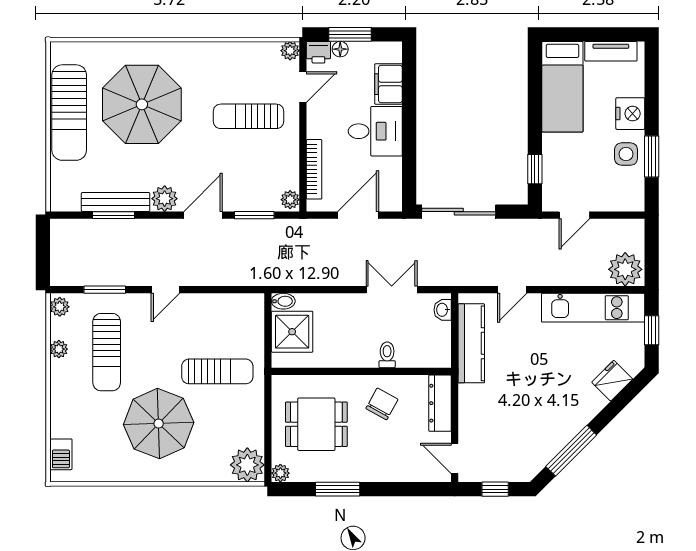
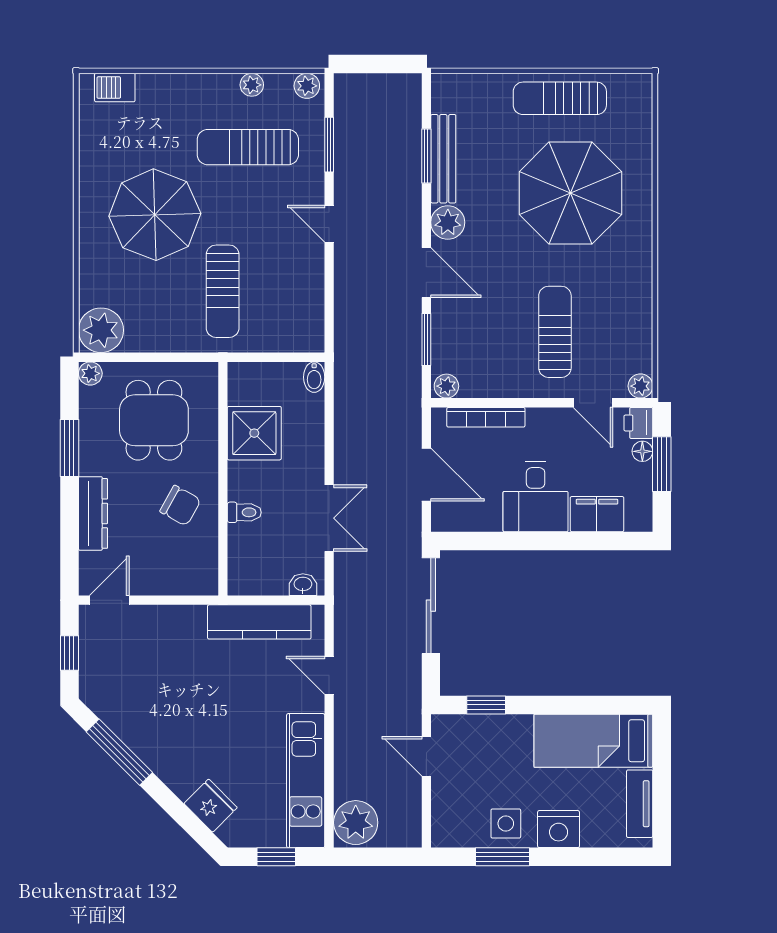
sun lounger: (69, 113) -> (560, 98), width x0.73, depth x0.75
shower: (292, 332) -> (254, 433), moved
dresser: (440, 403) -> (93, 513), moved, turned 90

